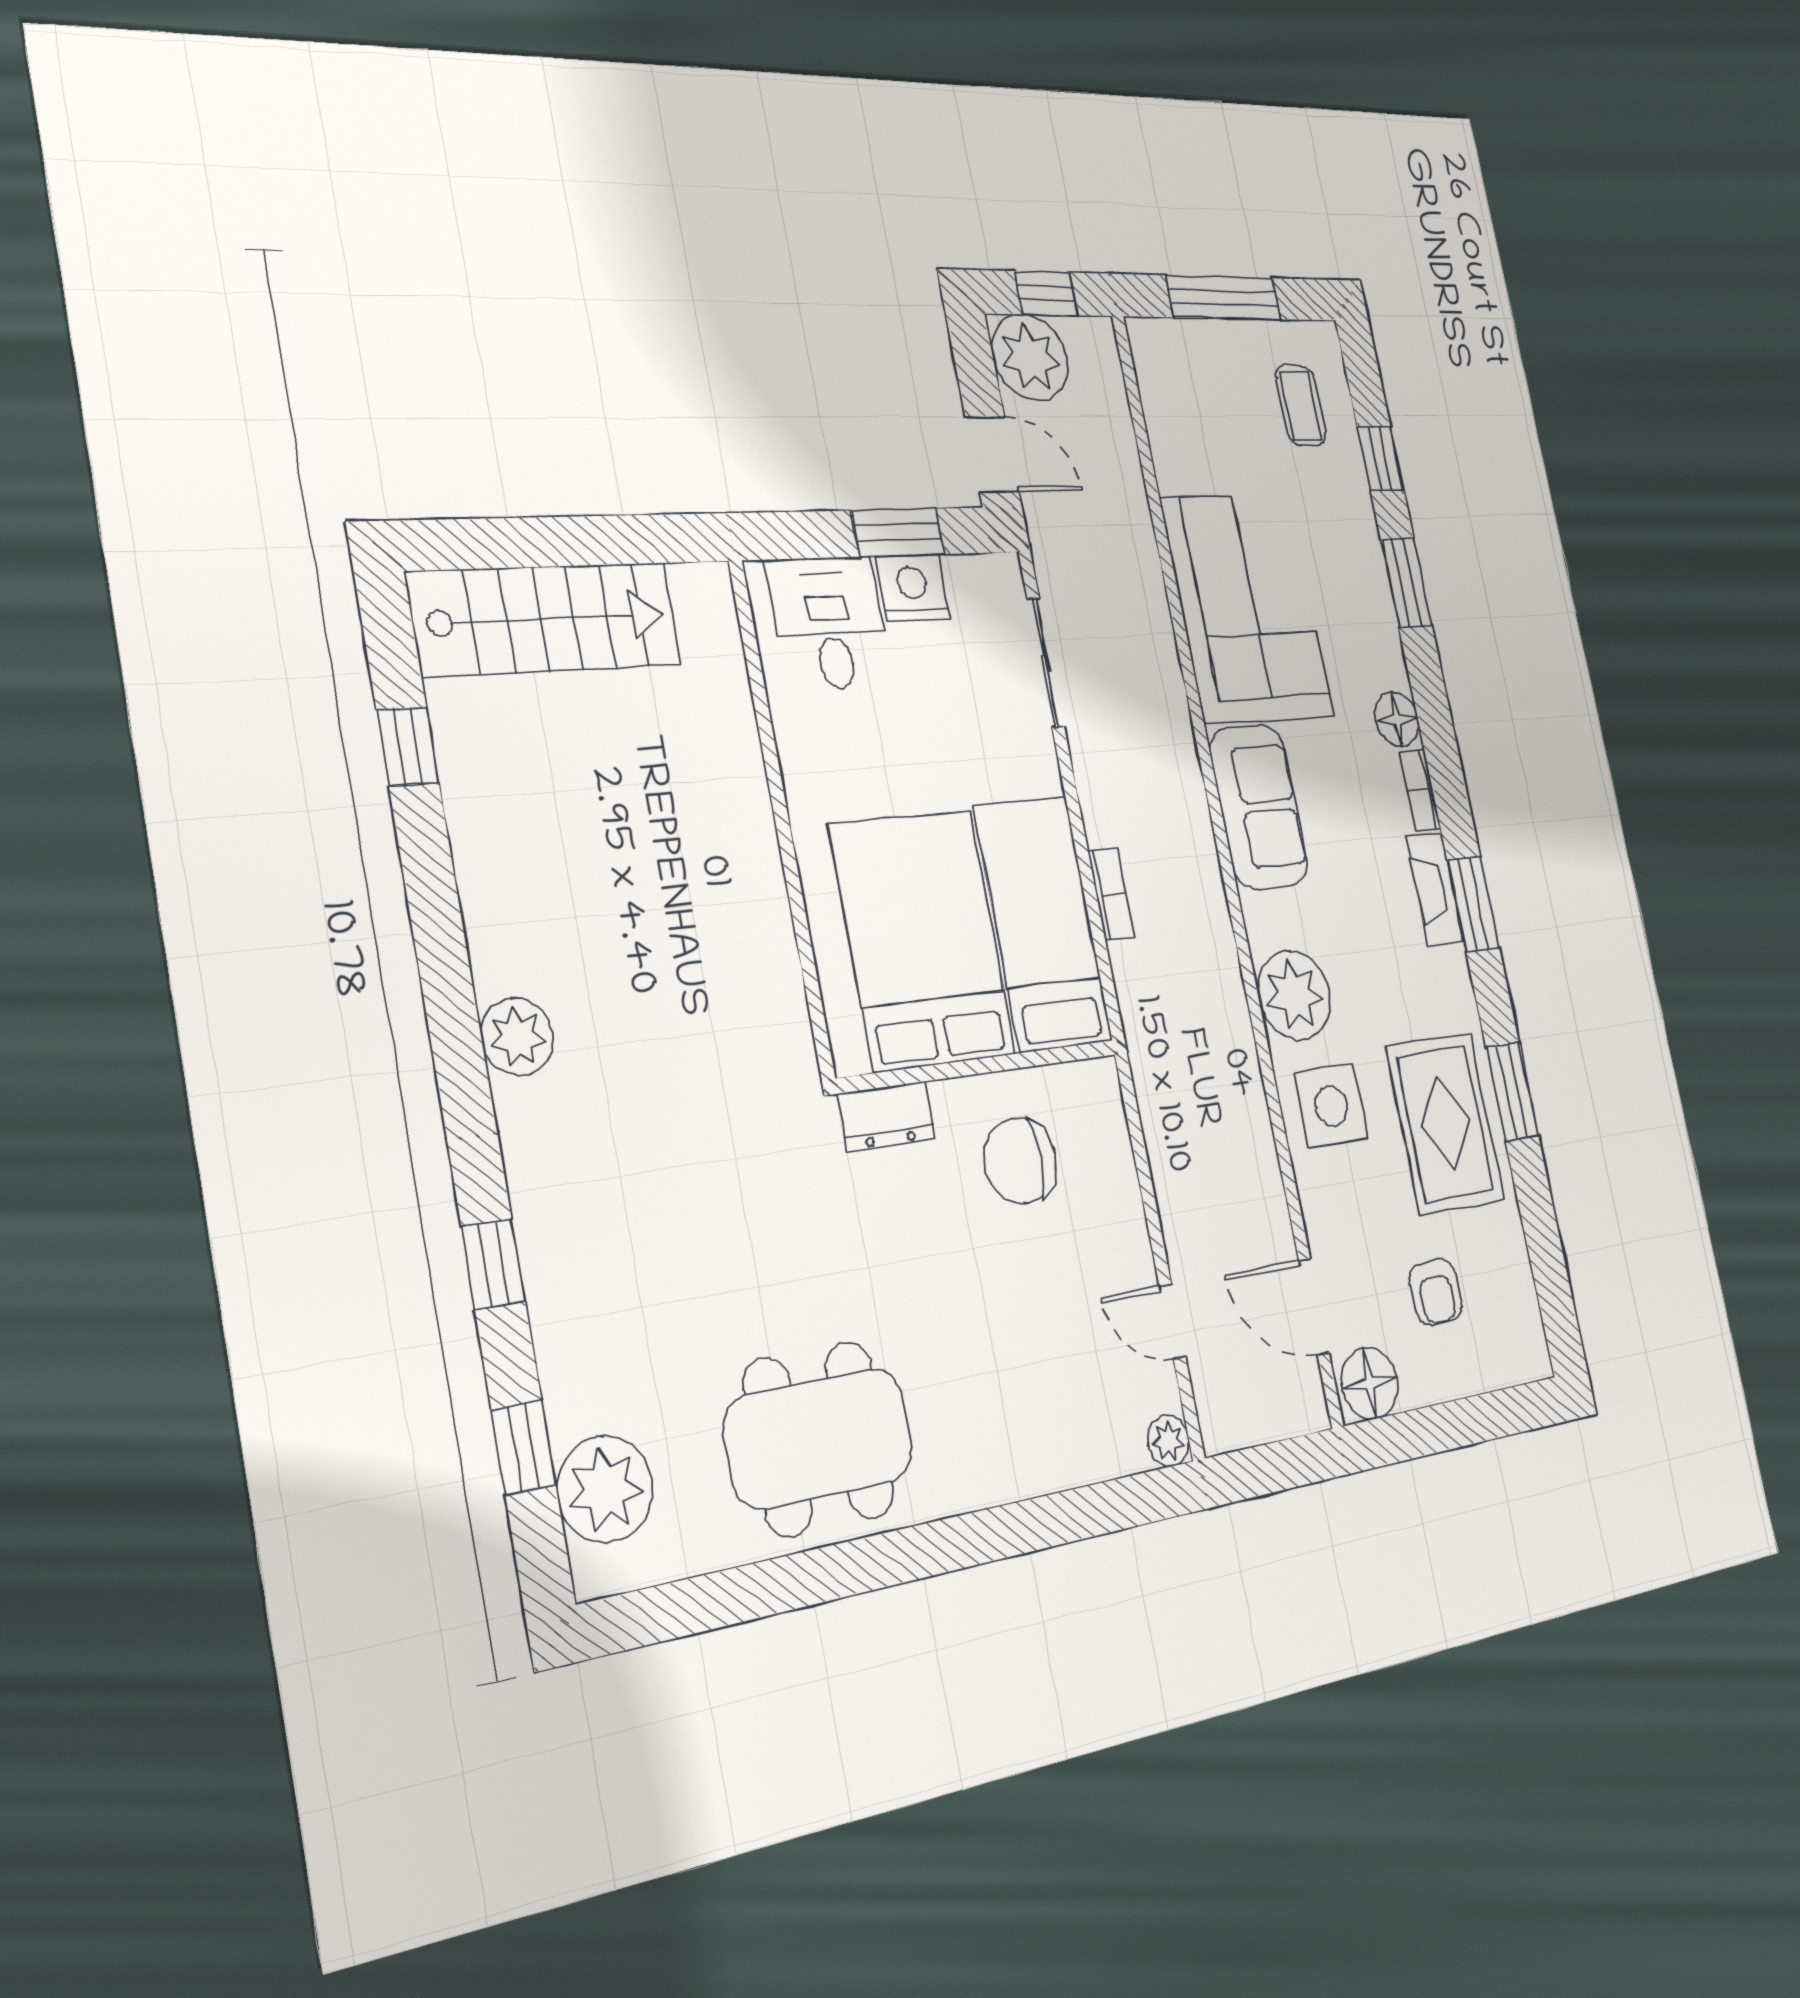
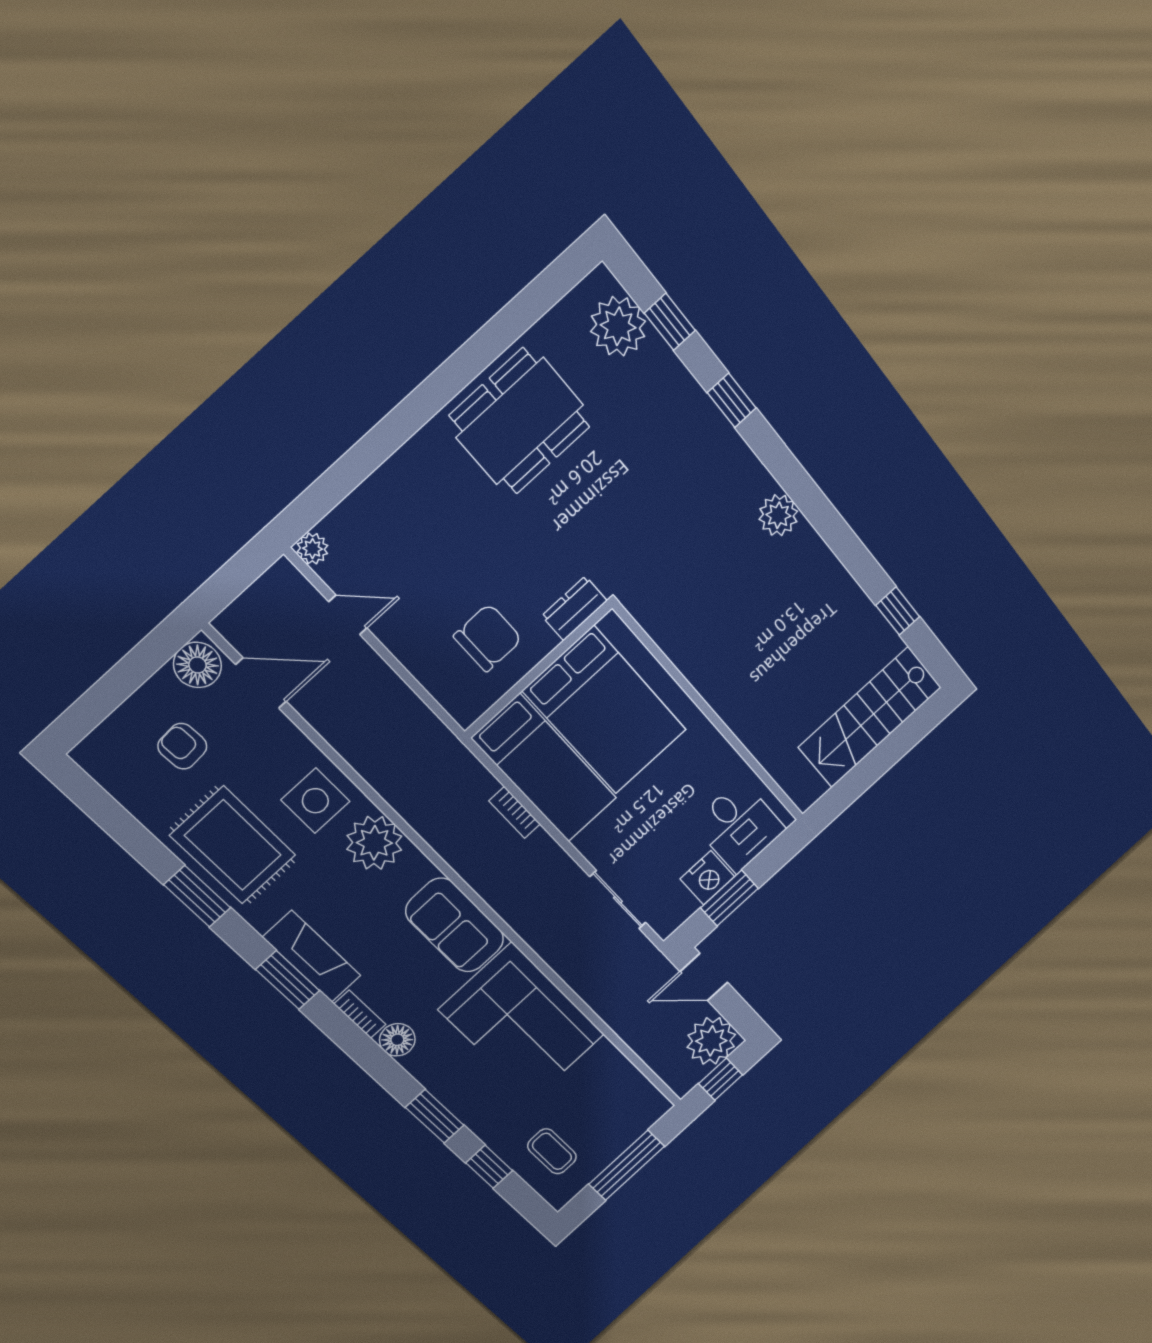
fireplace: (1435, 889) -> (312, 956), width x1.37, depth x1.32

